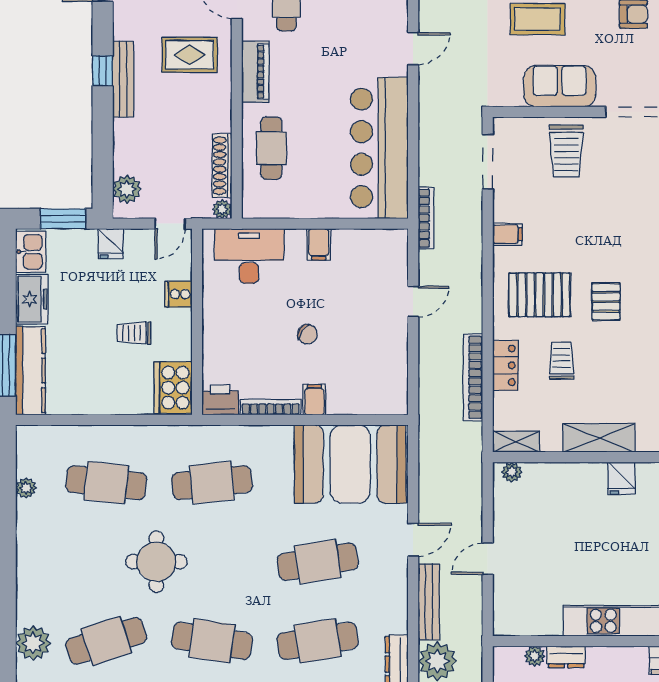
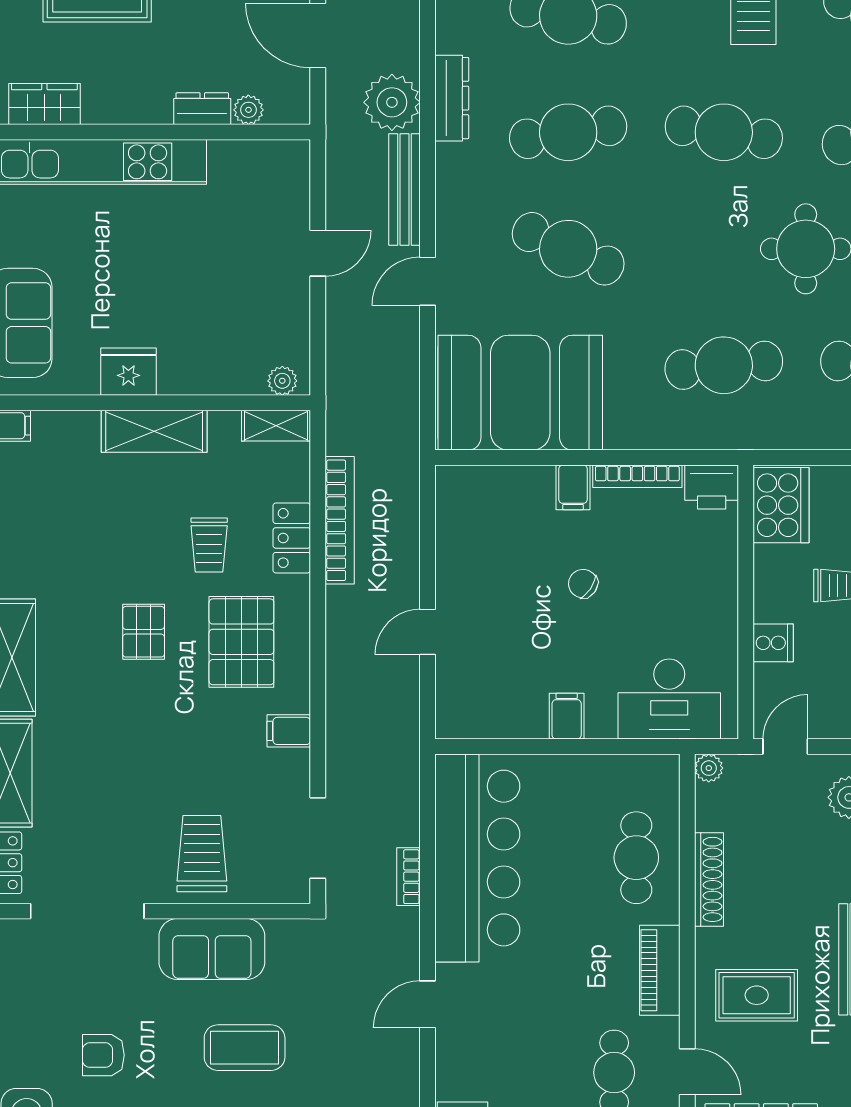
shoe rack: (222, 166) -> (709, 879), moved
bookcase: (426, 218) -> (409, 877), moved, width x0.64
pallet: (540, 295) -> (241, 642), turned 90
fridge: (621, 478) -> (128, 372), width x1.38
cafe table: (318, 562) -> (568, 249), turned 33

